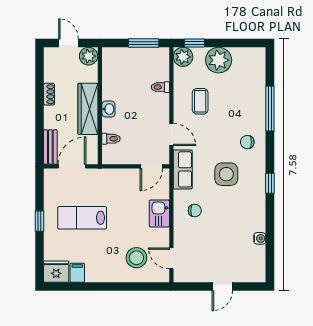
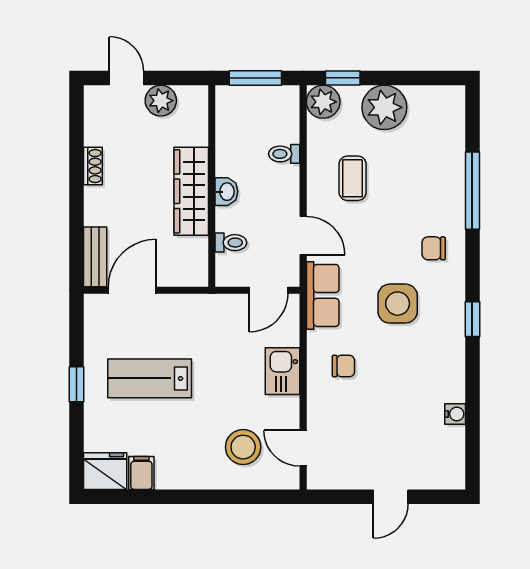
wall: (100, 106) -> (212, 186), moved
wardrobe: (88, 109) -> (191, 191), moved
washbasin: (108, 109) -> (226, 192), moved
toilet: (111, 139) -> (231, 243), moved

